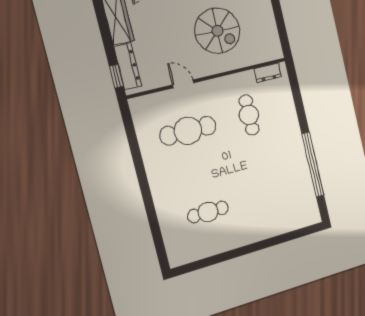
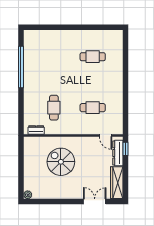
door: (183, 84) -> (106, 136), moved
cafe table: (188, 131) -> (93, 108), width x0.73, depth x0.74

